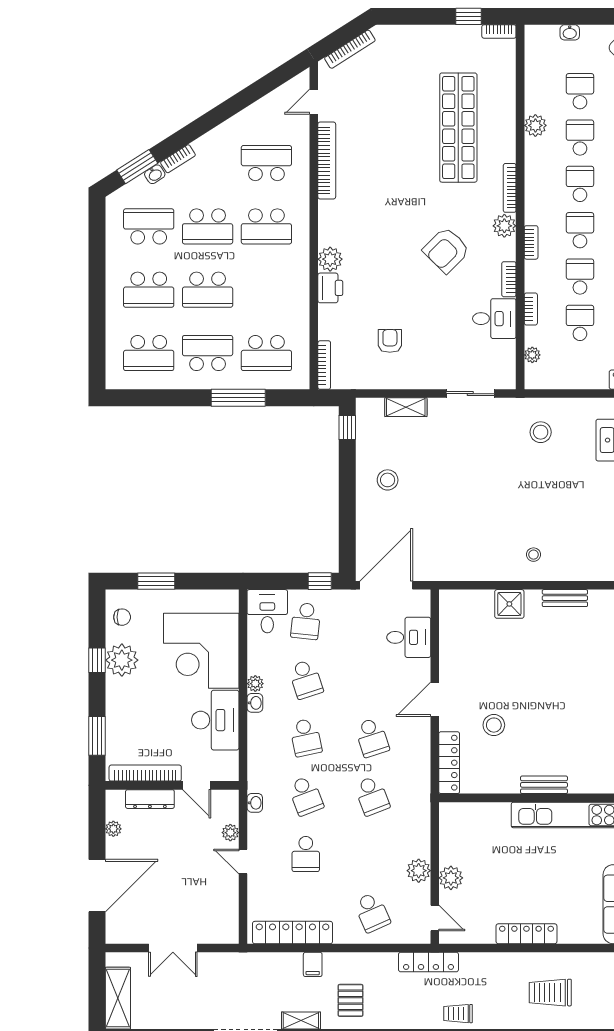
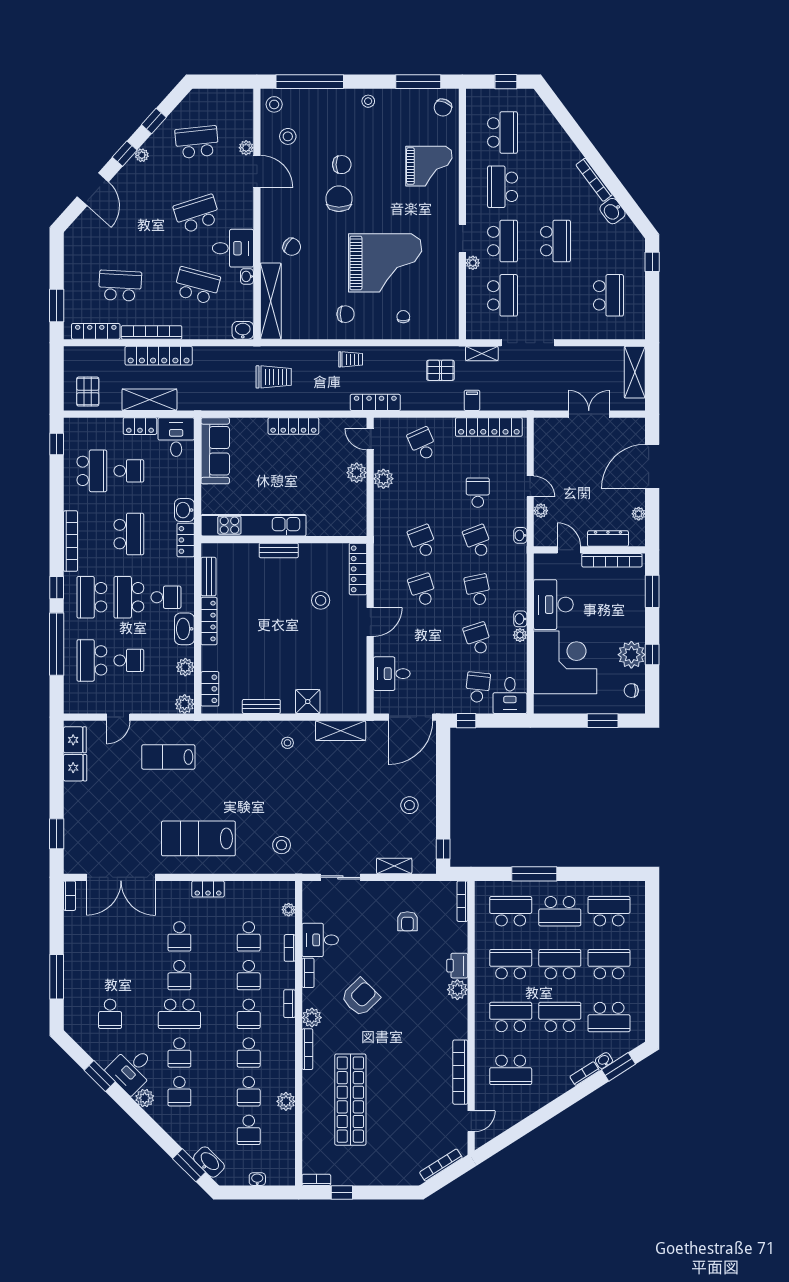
school desk: (266, 290) -> (511, 964), added
shelving: (470, 569) -> (341, 731), added
pallet: (350, 1000) -> (440, 370), turned 90

